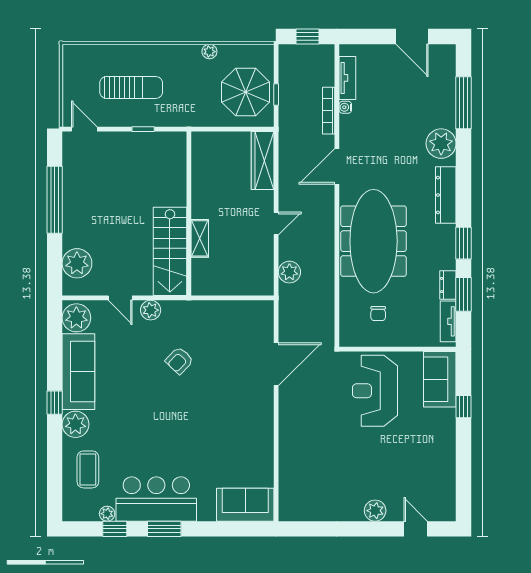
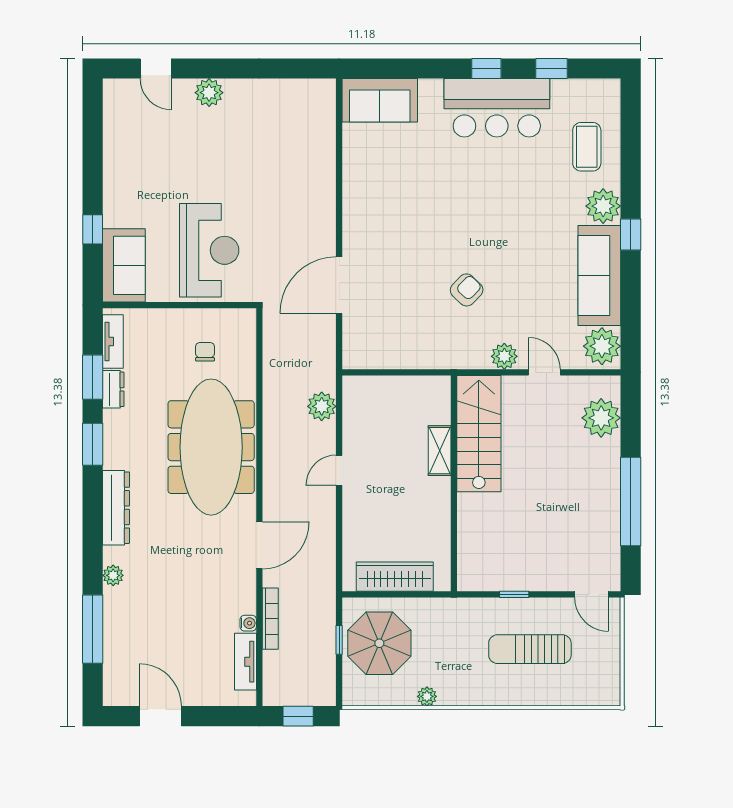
plant: (441, 144) -> (113, 575), width x0.53, depth x0.53
wardrobe: (263, 161) -> (395, 577), moved, turned -90
plant: (107, 514) -> (562, 89), removed
window: (164, 529) -> (486, 69), width x0.67

